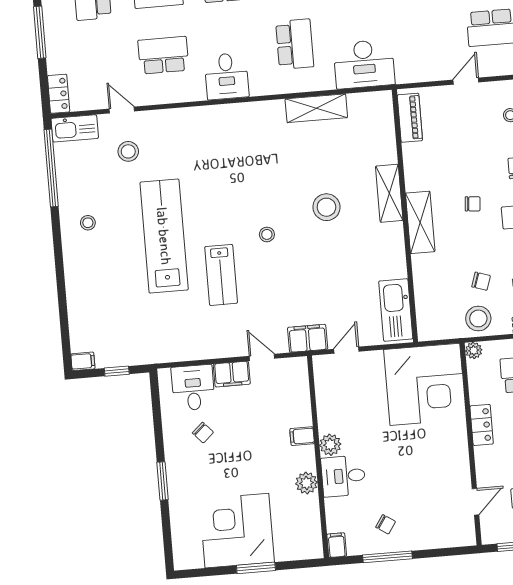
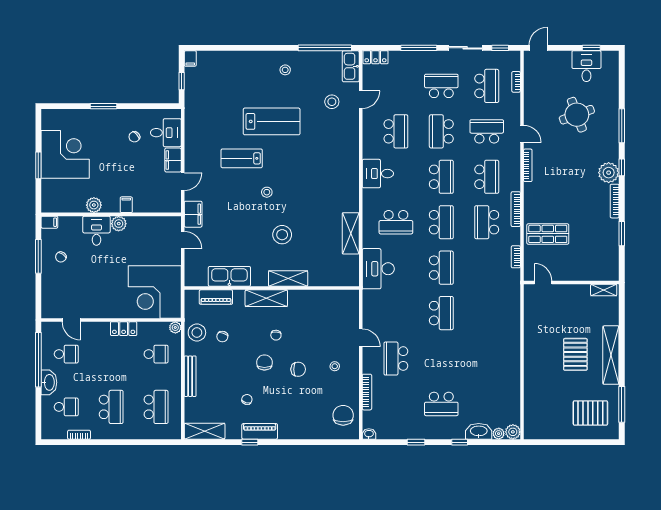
piano: (410, 118) -> (216, 297), moved
lab bench: (164, 236) -> (272, 121), width x0.73
kitchen sink: (396, 310) -> (229, 276), moved

